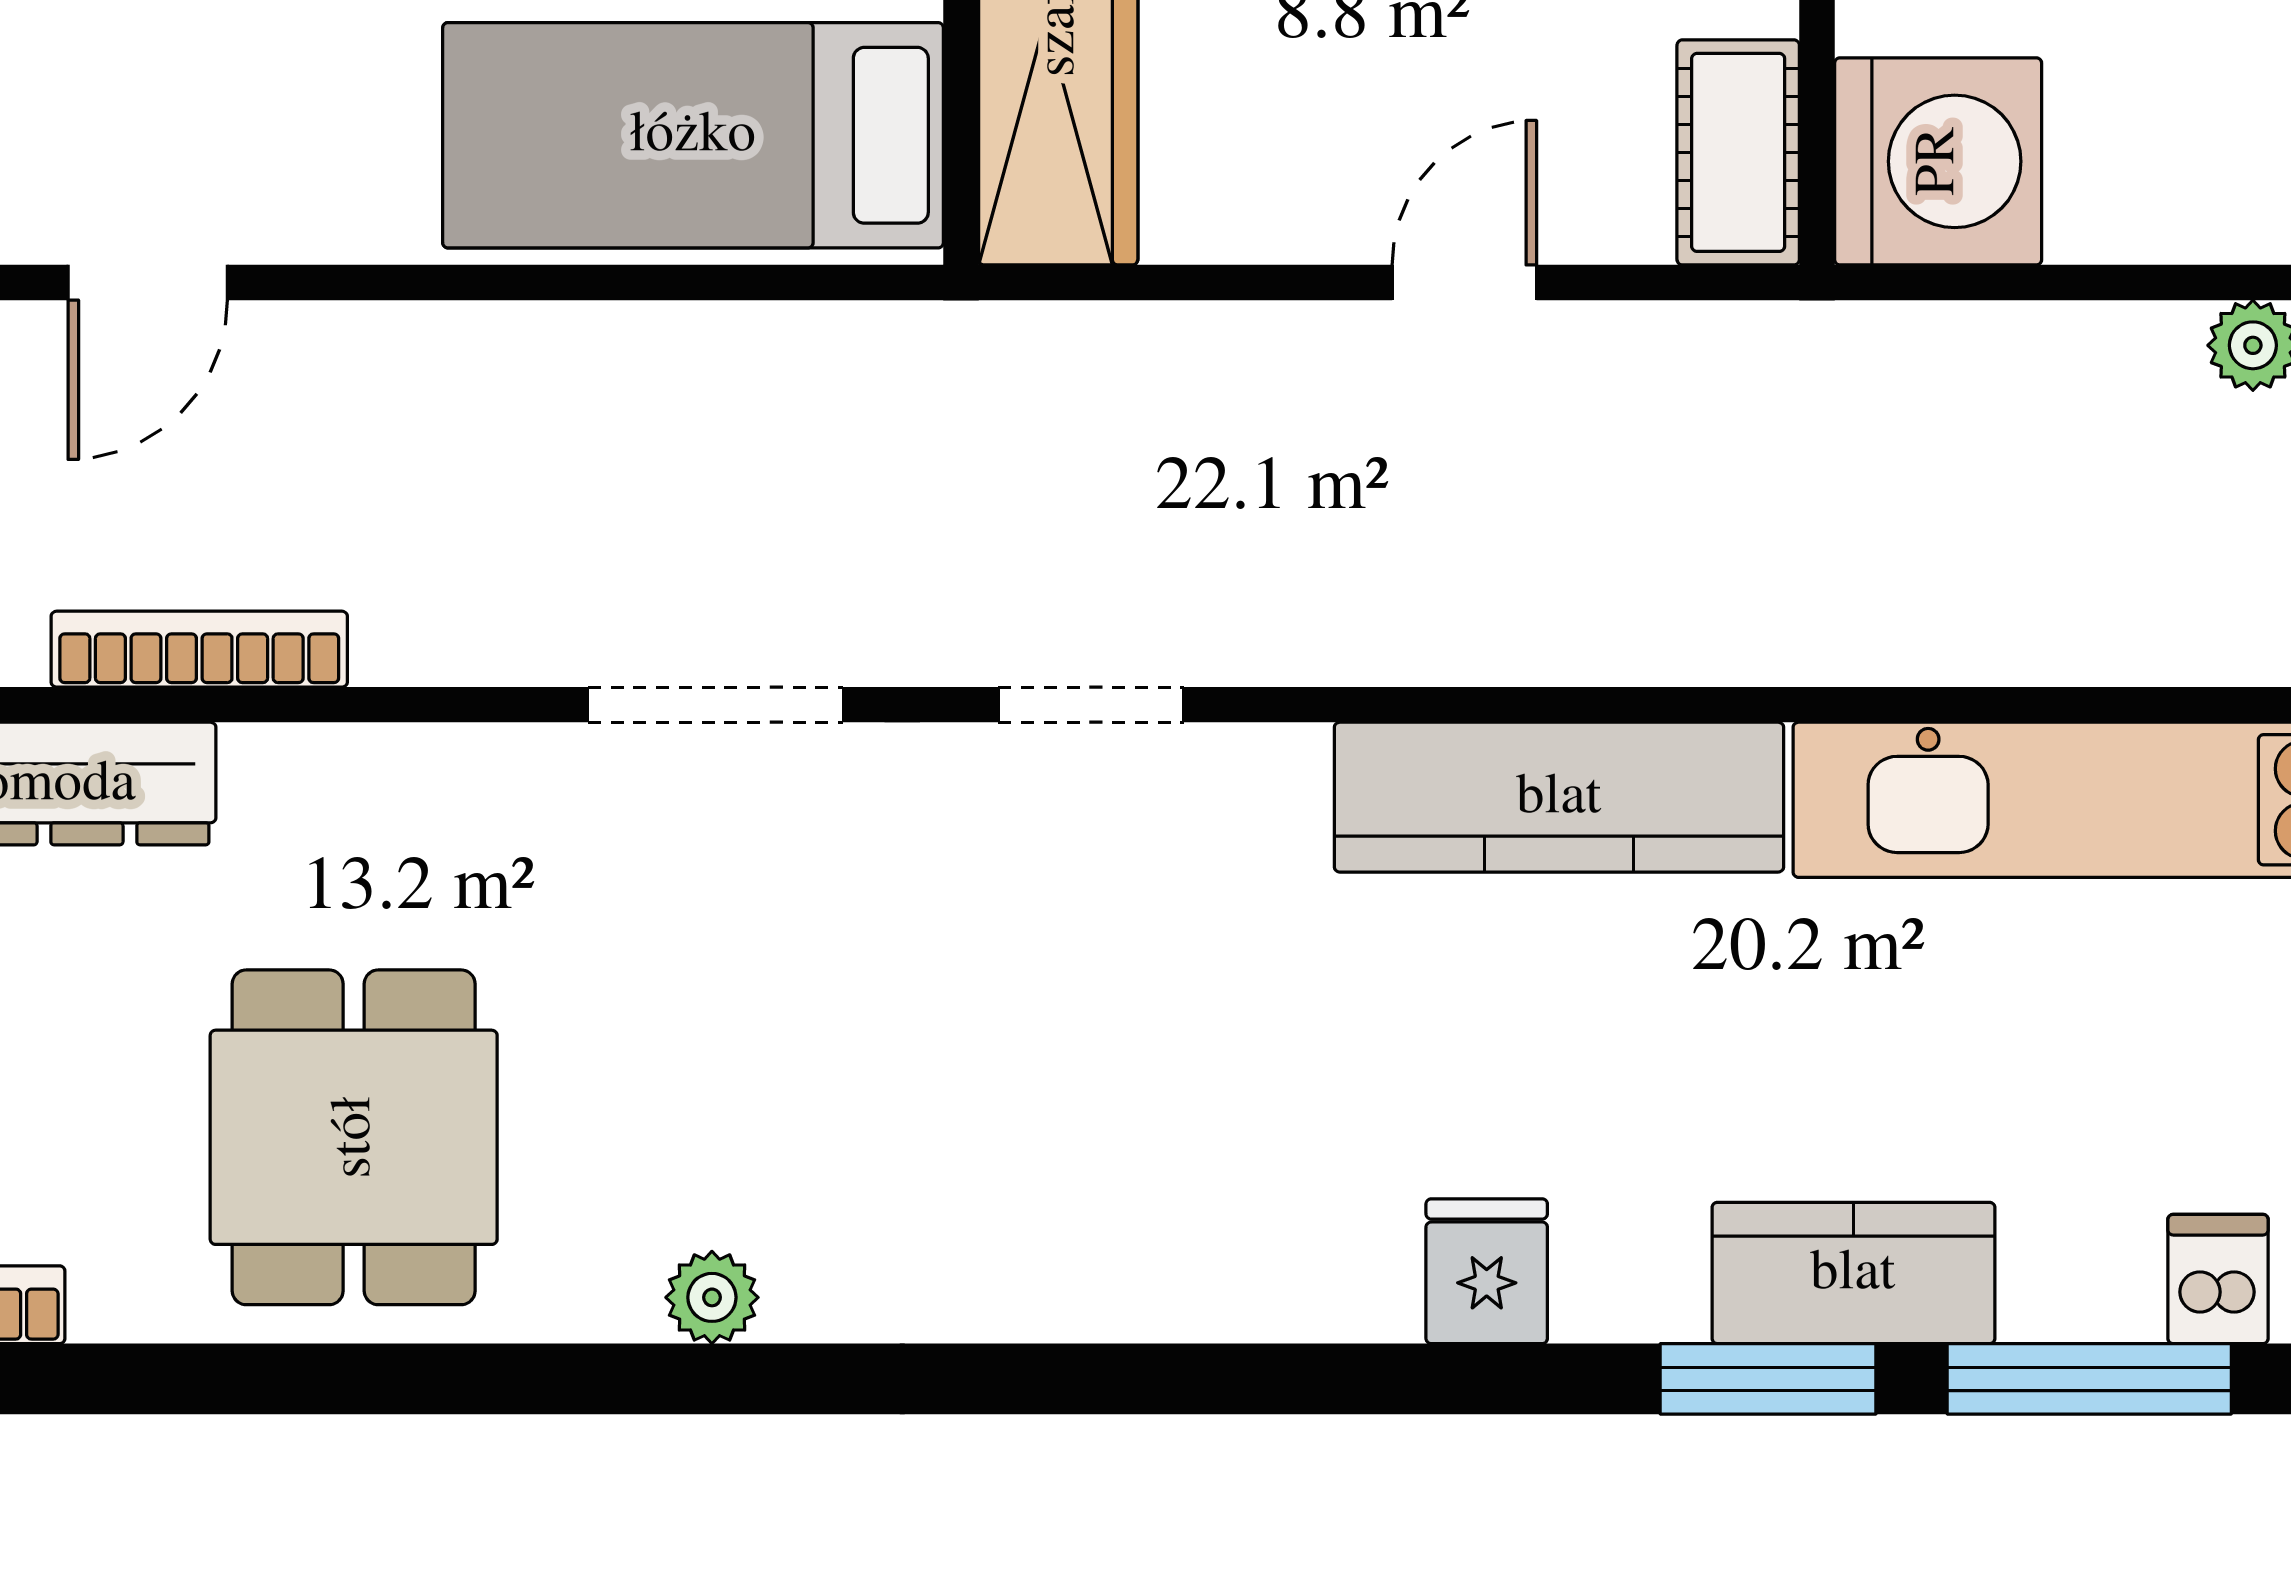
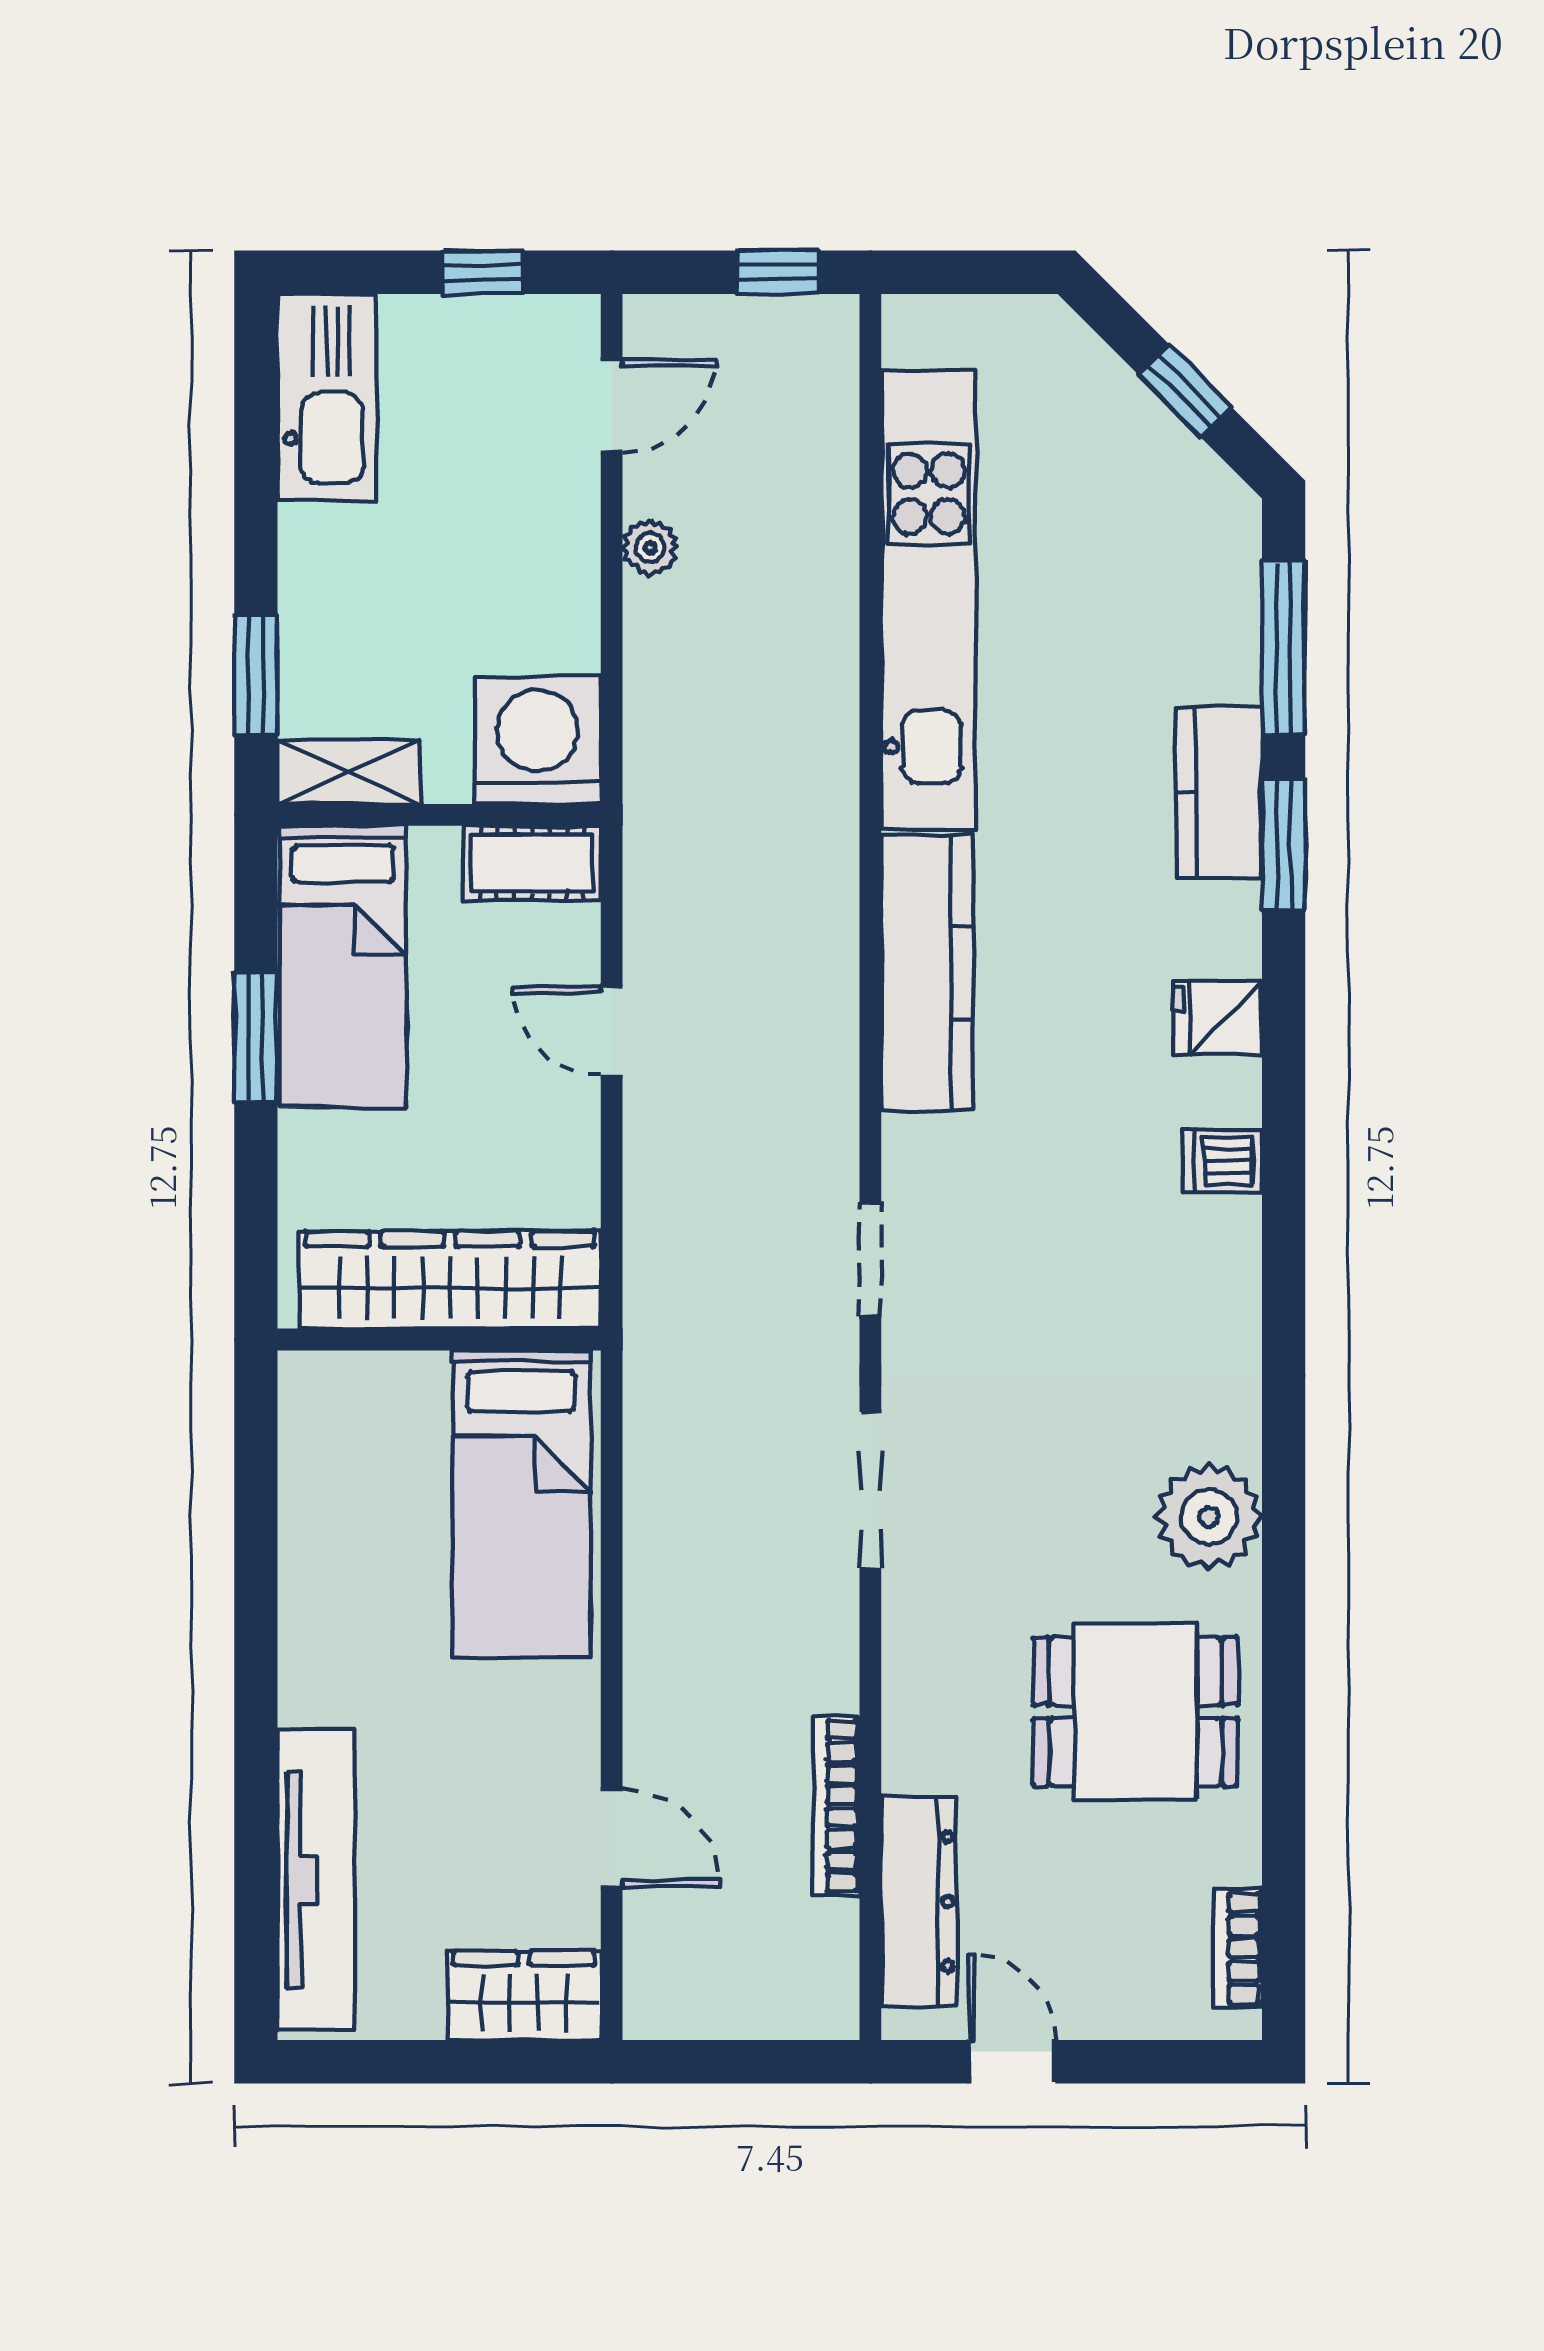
dishwasher: (2218, 1279) -> (1222, 1161), moved
plant: (712, 1297) -> (1209, 1517), width x1.88, depth x1.88

